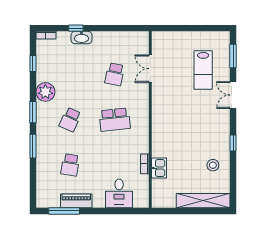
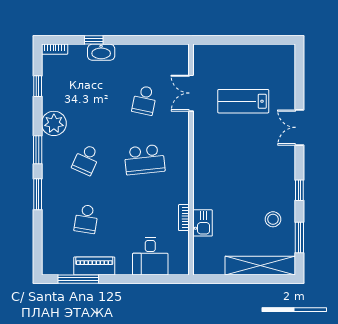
window: (233, 56) -> (299, 238), moved
lab bench: (203, 70) -> (243, 101), moved, turned 90

